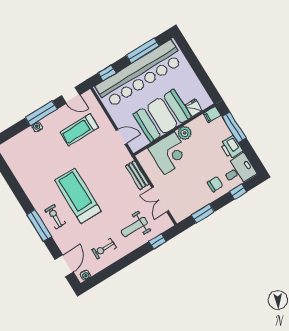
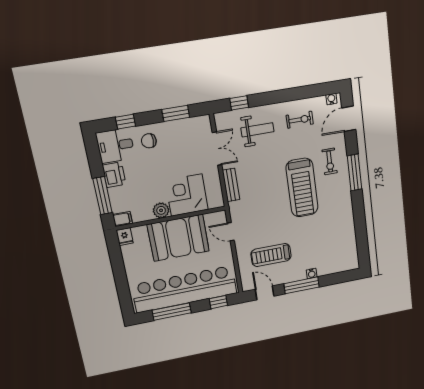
fridge: (194, 108) -> (125, 237), moved
treadmill: (79, 130) -> (271, 255), turned 180
exercise bike: (55, 217) -> (330, 161), moved

